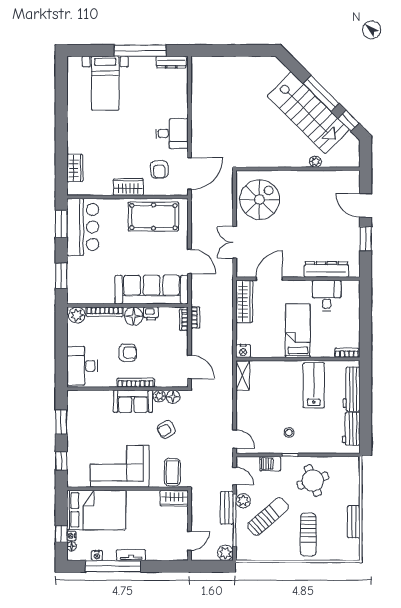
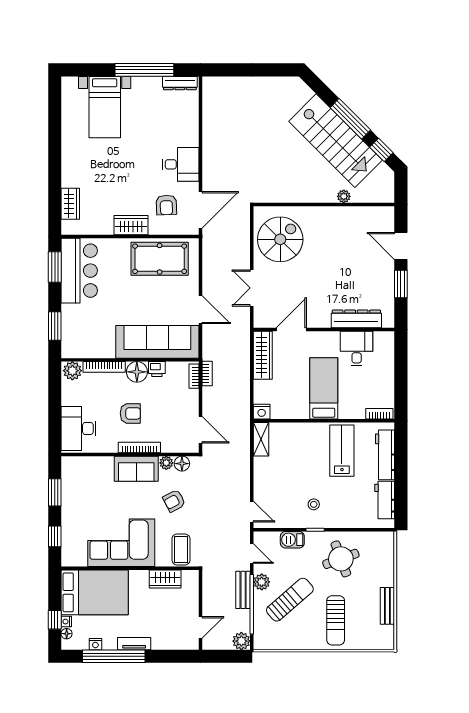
wardrobe: (174, 498) -> (165, 579), moved

